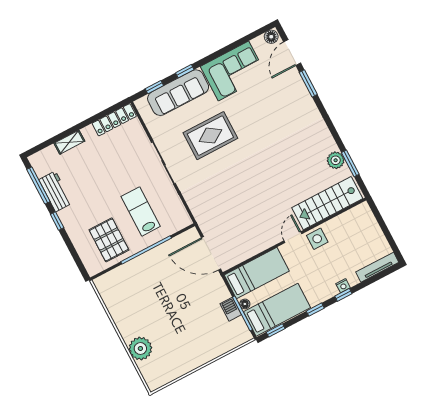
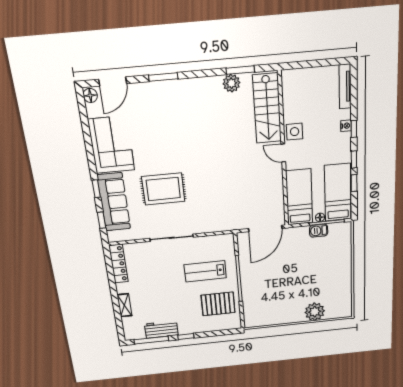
door: (292, 53) -> (113, 81), hinge flipped
window: (308, 83) -> (163, 77), moved
rug: (210, 136) -> (163, 189), turned 90
window: (276, 330) -> (354, 183), moved

